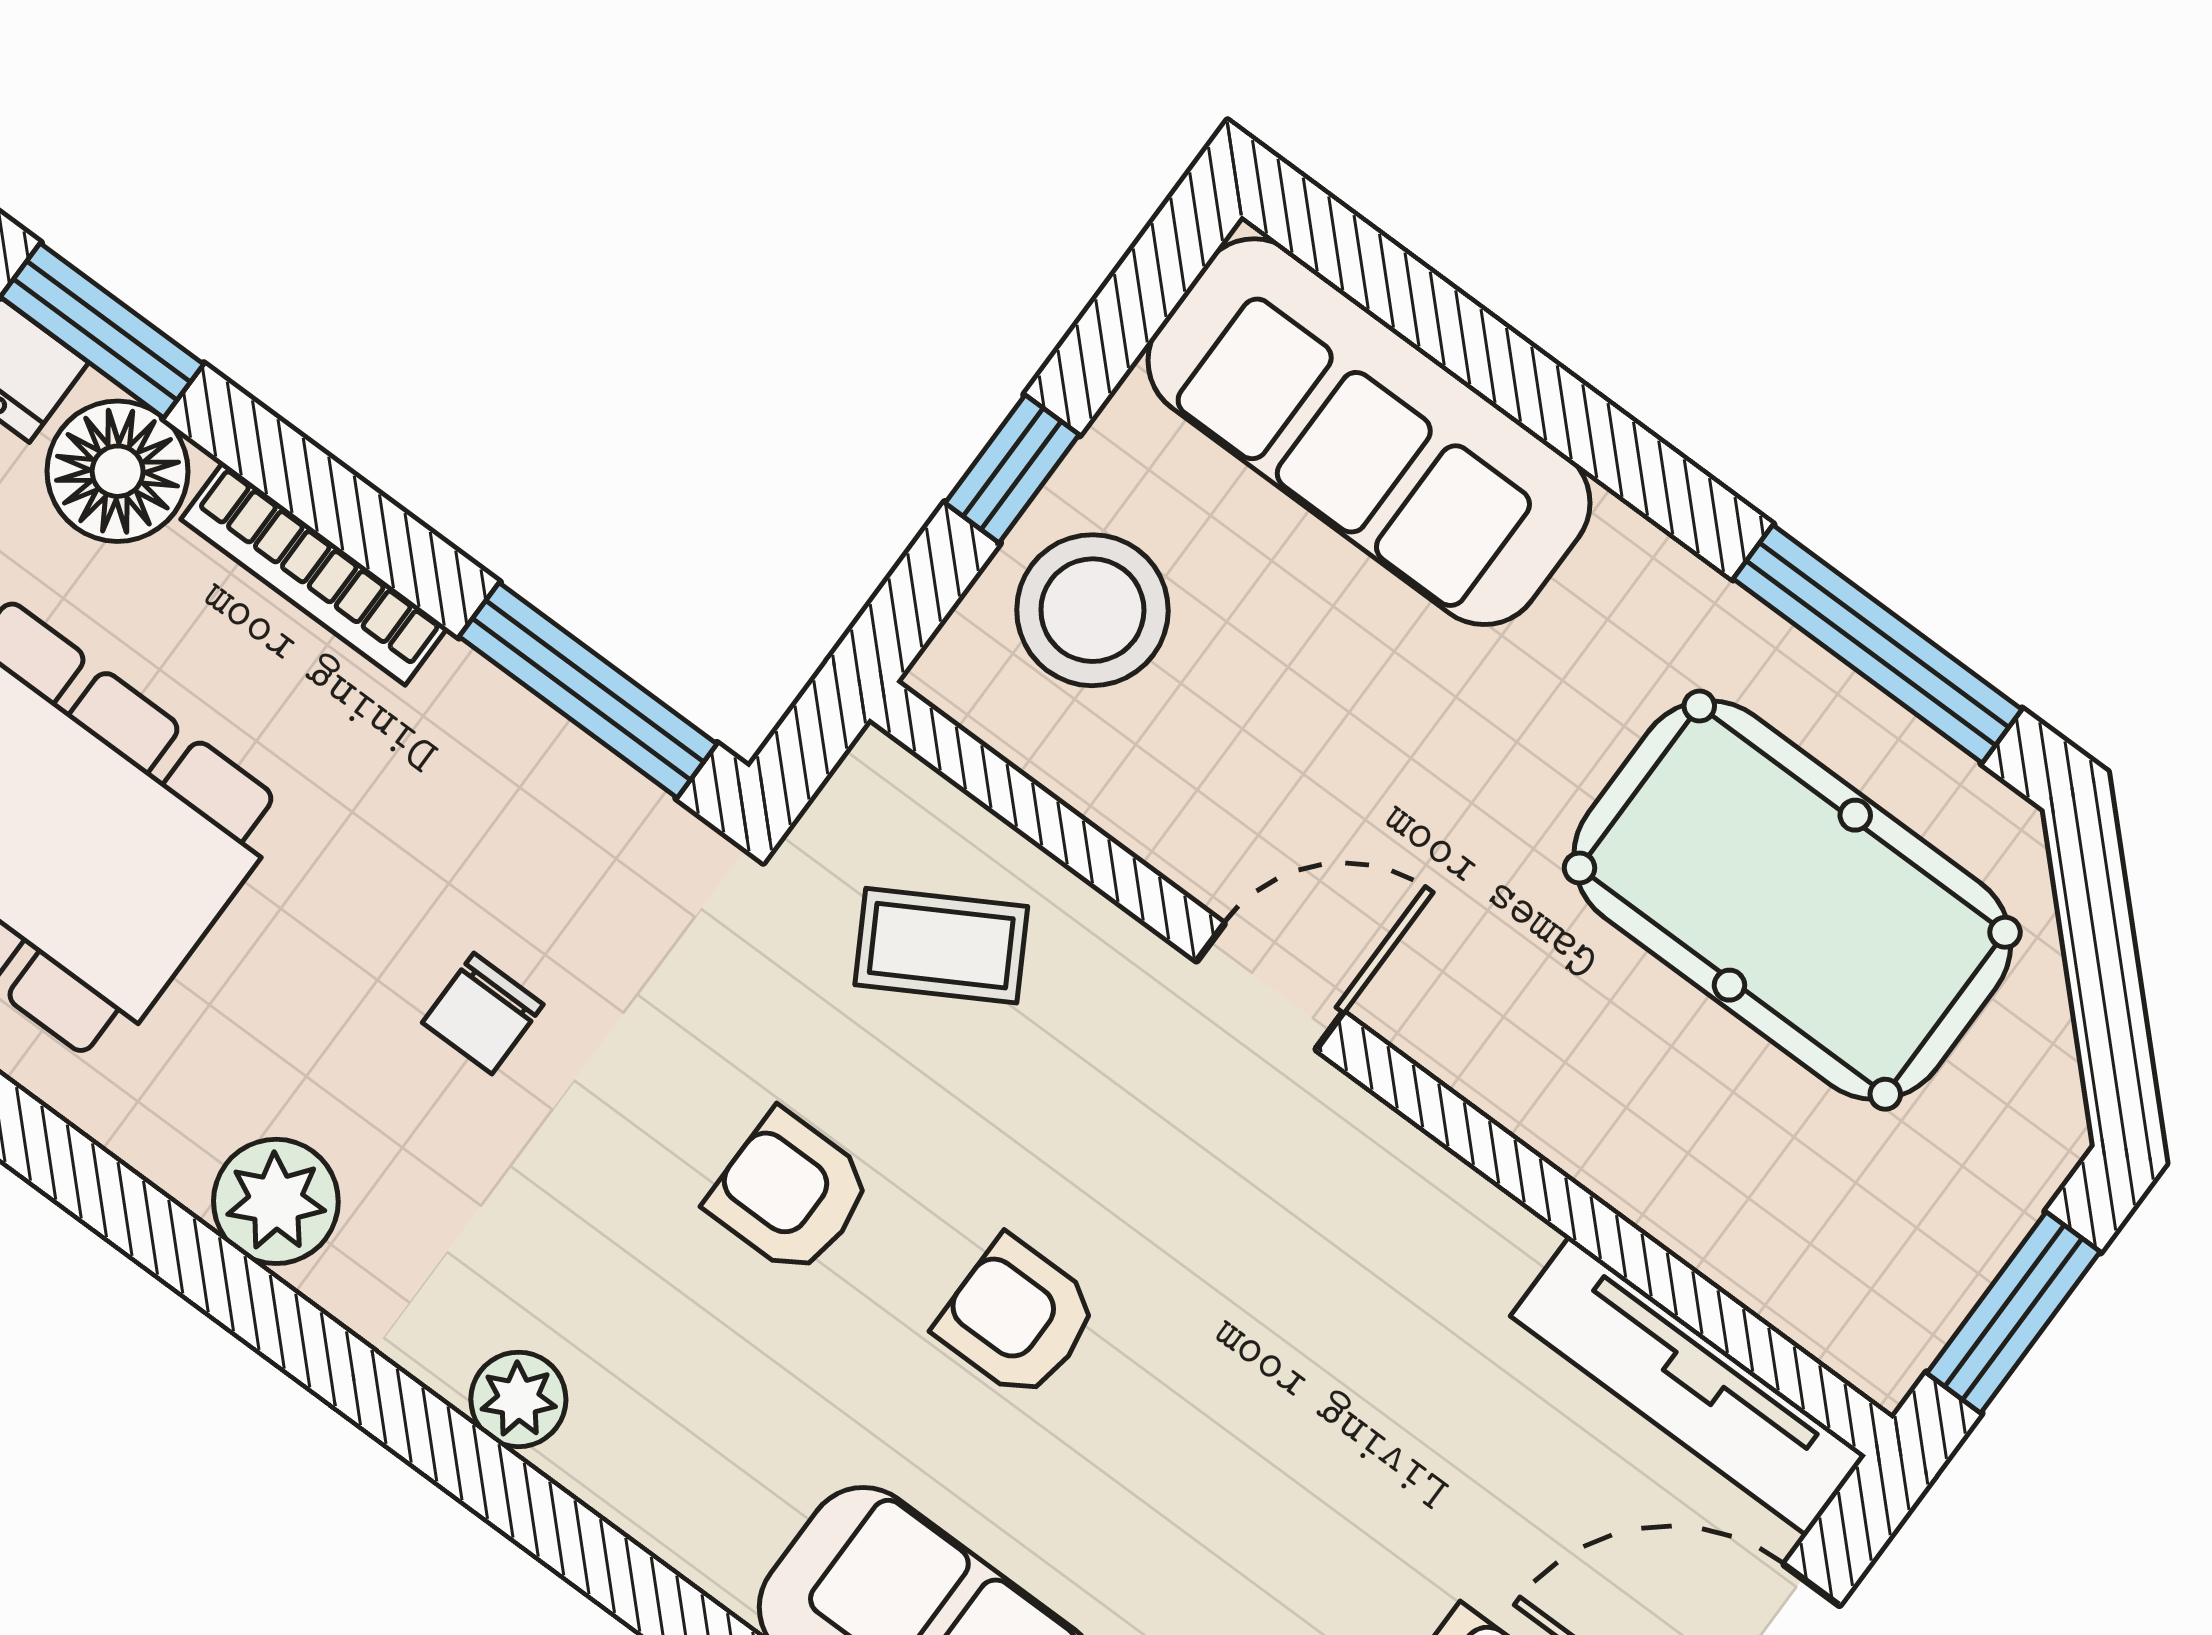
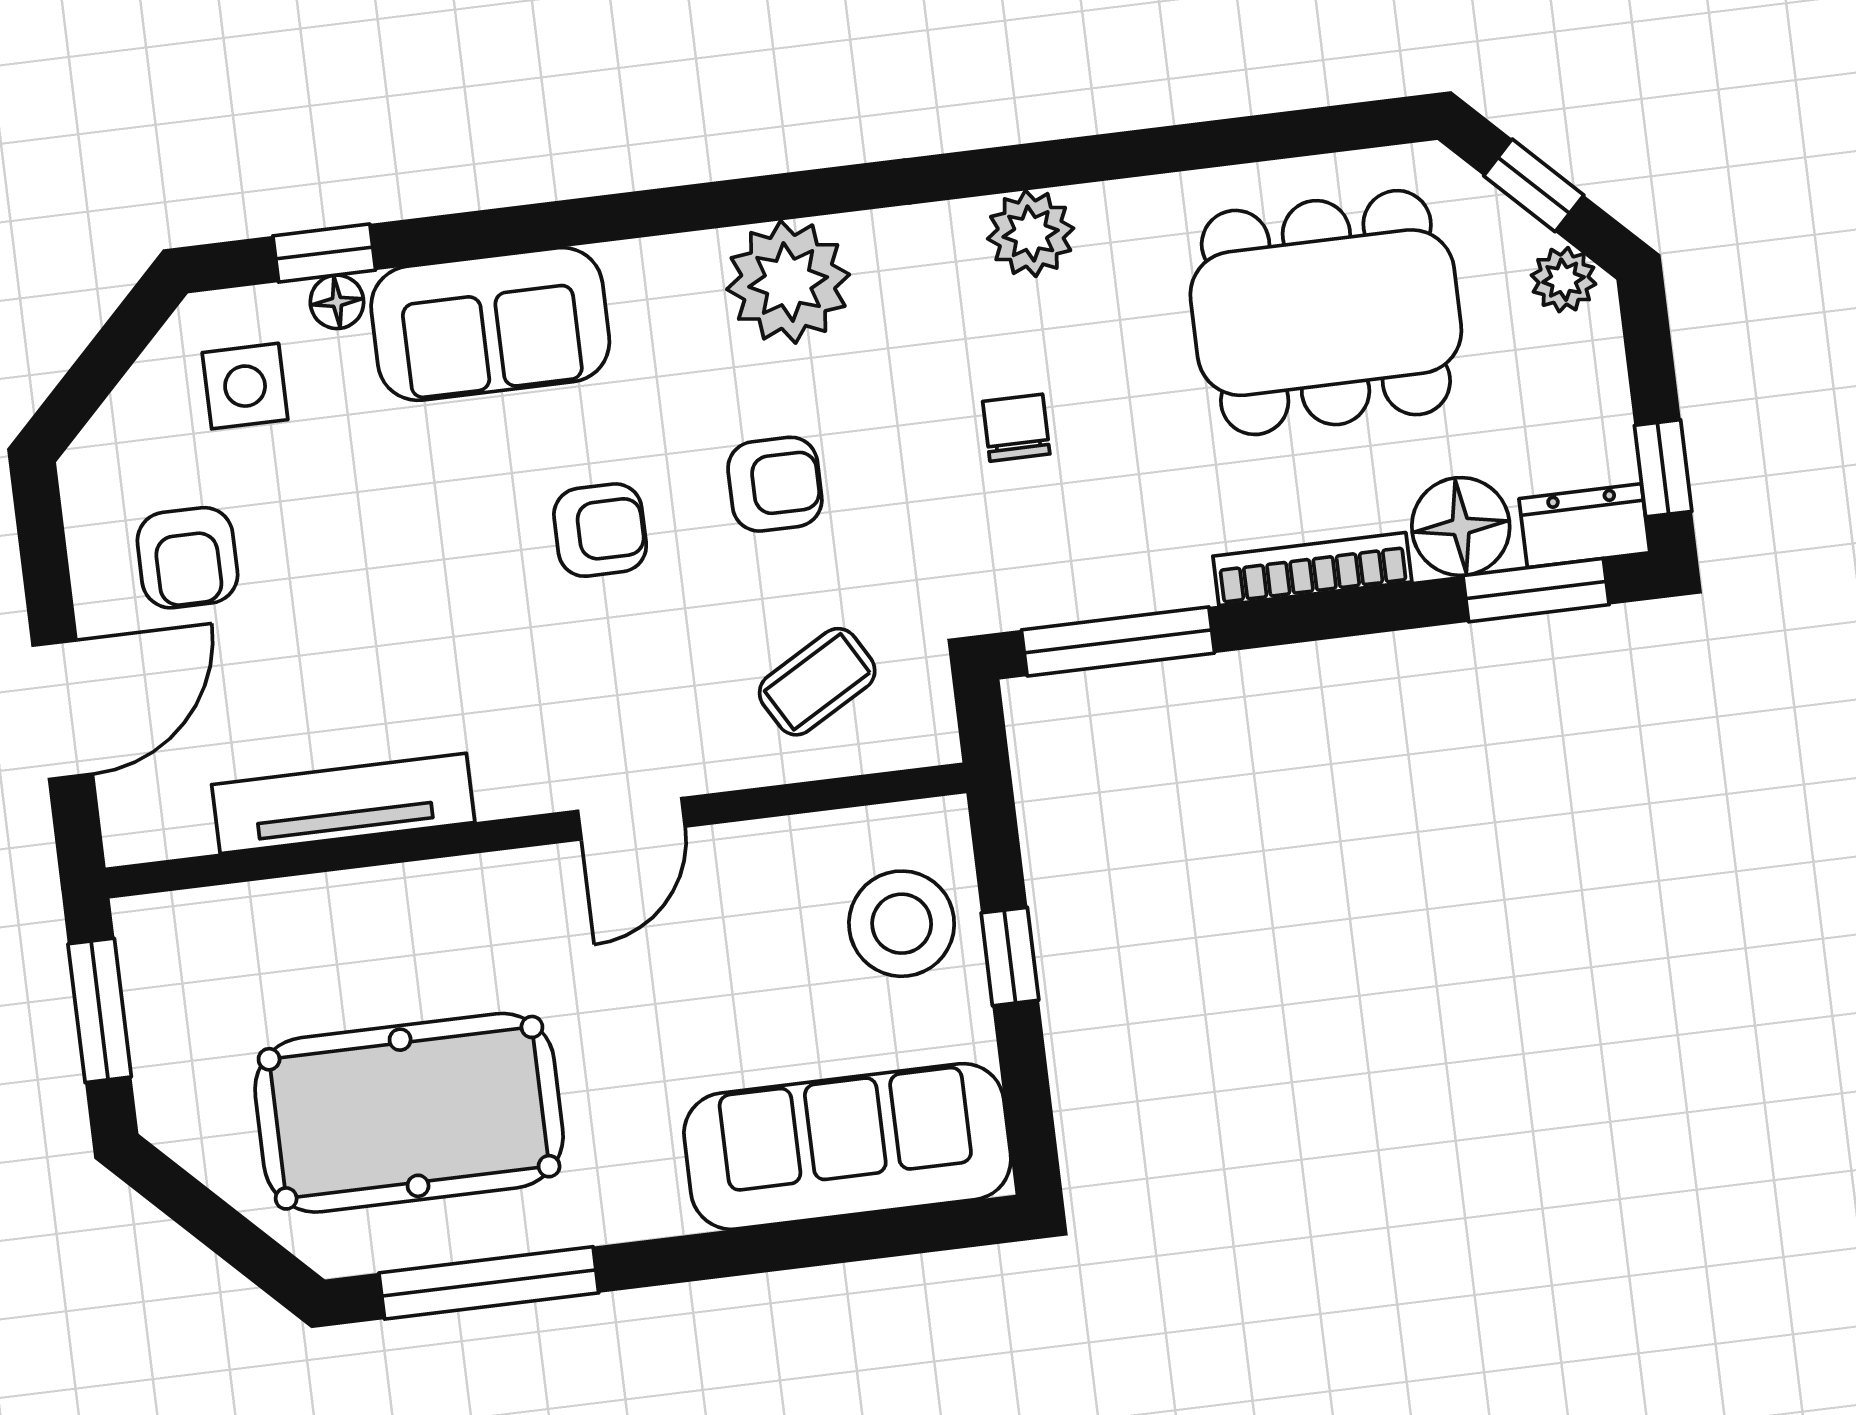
tv unit: (1688, 1386) -> (343, 803), moved
plant: (518, 1399) -> (788, 282), width x1.88, depth x1.88

